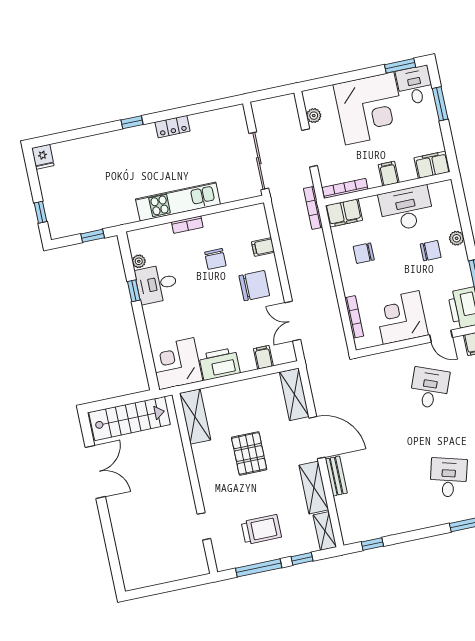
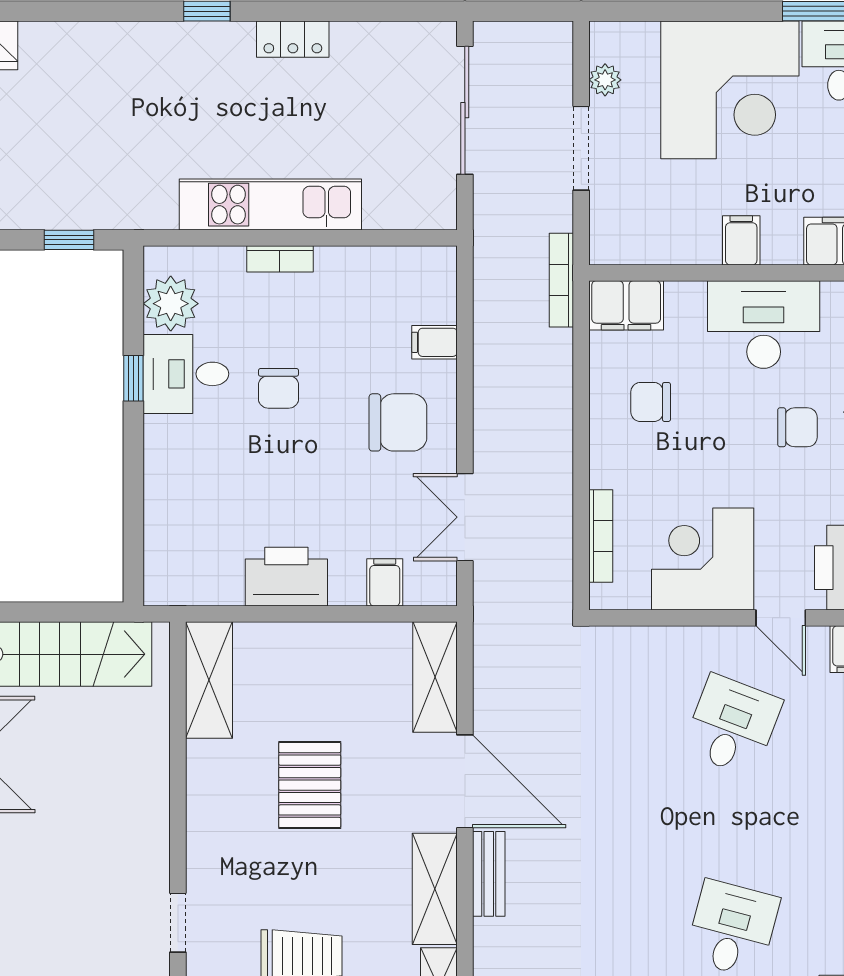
sliding door: (259, 161) -> (465, 110), moved
bookcase: (345, 188) -> (640, 252), removed
chair: (215, 259) -> (278, 388), moved
plant: (139, 261) -> (171, 304), width x1.87, depth x1.87
corner desk: (176, 364) -> (193, 557), removed

